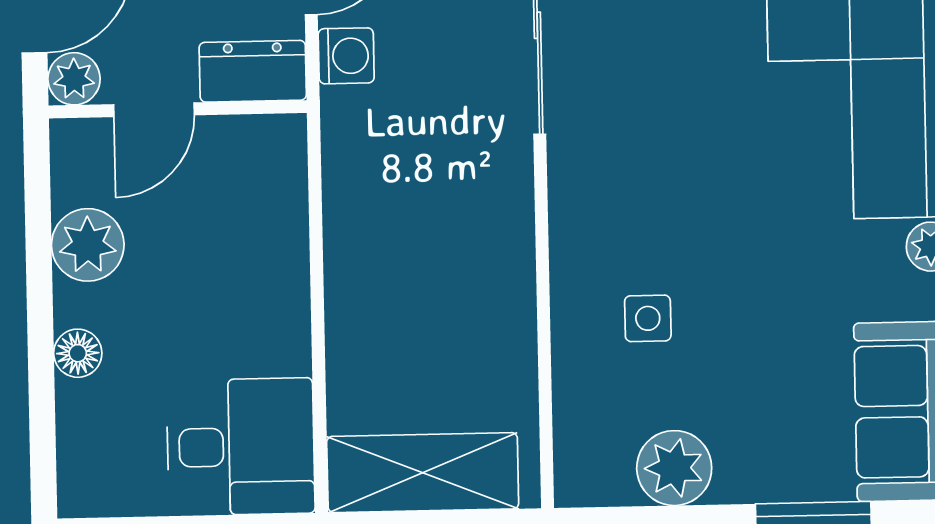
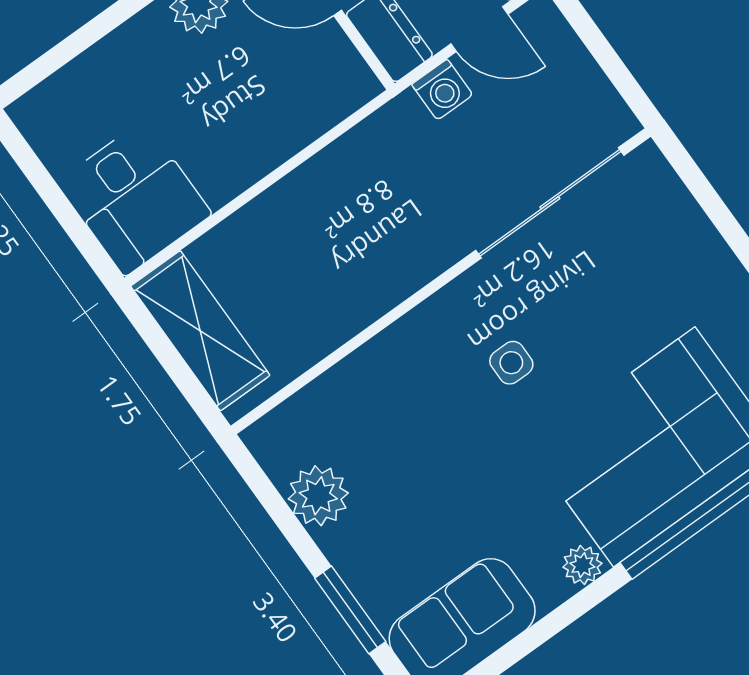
side table: (648, 318) -> (511, 363), moved
floor lamp: (78, 353) -> (122, 47), removed

